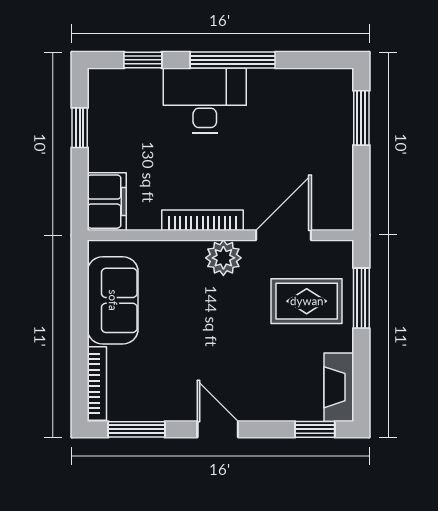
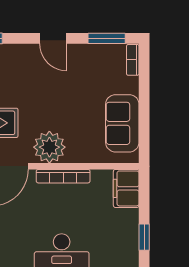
plant: (223, 258) -> (49, 147), width x1.36, depth x1.36
bookcase: (97, 383) -> (133, 60), width x0.64

